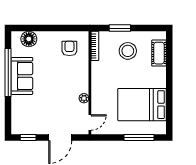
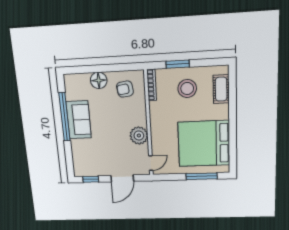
floor lamp: (29, 39) -> (99, 80), moved
armchair: (69, 48) -> (125, 89), turned -98
plant: (84, 98) -> (139, 136), width x1.88, depth x1.88
bed: (142, 105) -> (204, 144), width x1.36

